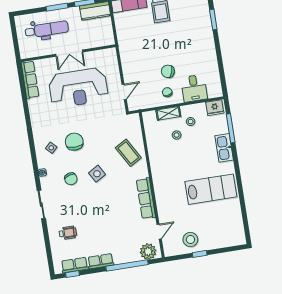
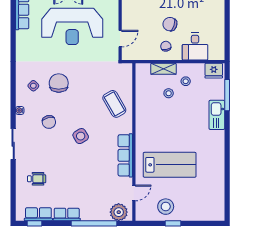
side table: (97, 174) -> (81, 136), moved
lab bench: (211, 189) -> (170, 165), moved

